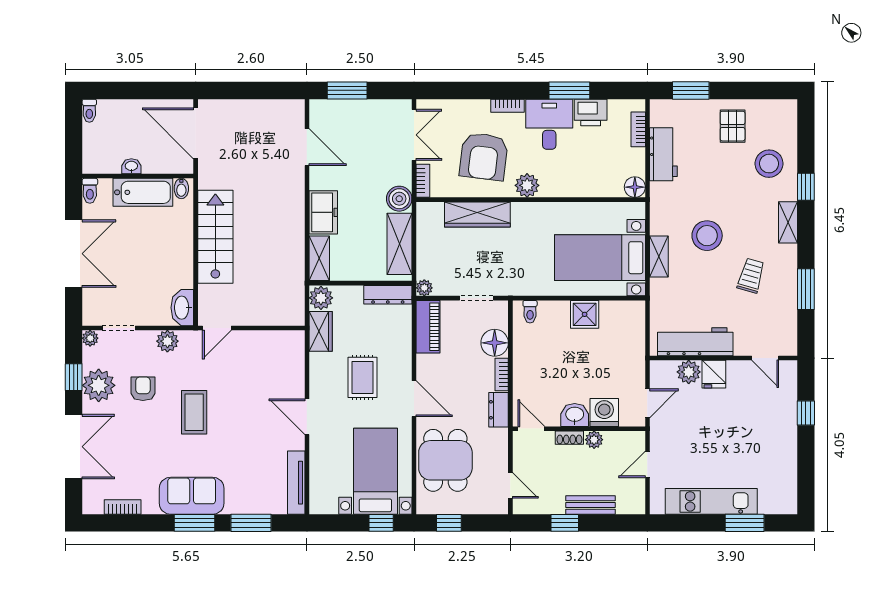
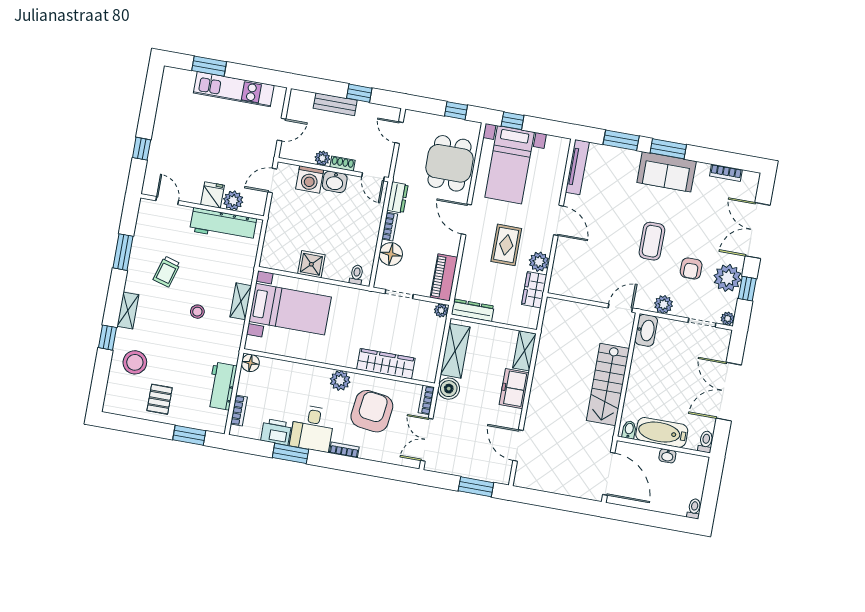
stool: (707, 236) -> (197, 312), width x0.53, depth x0.53
plant: (321, 298) -> (539, 262), moved

